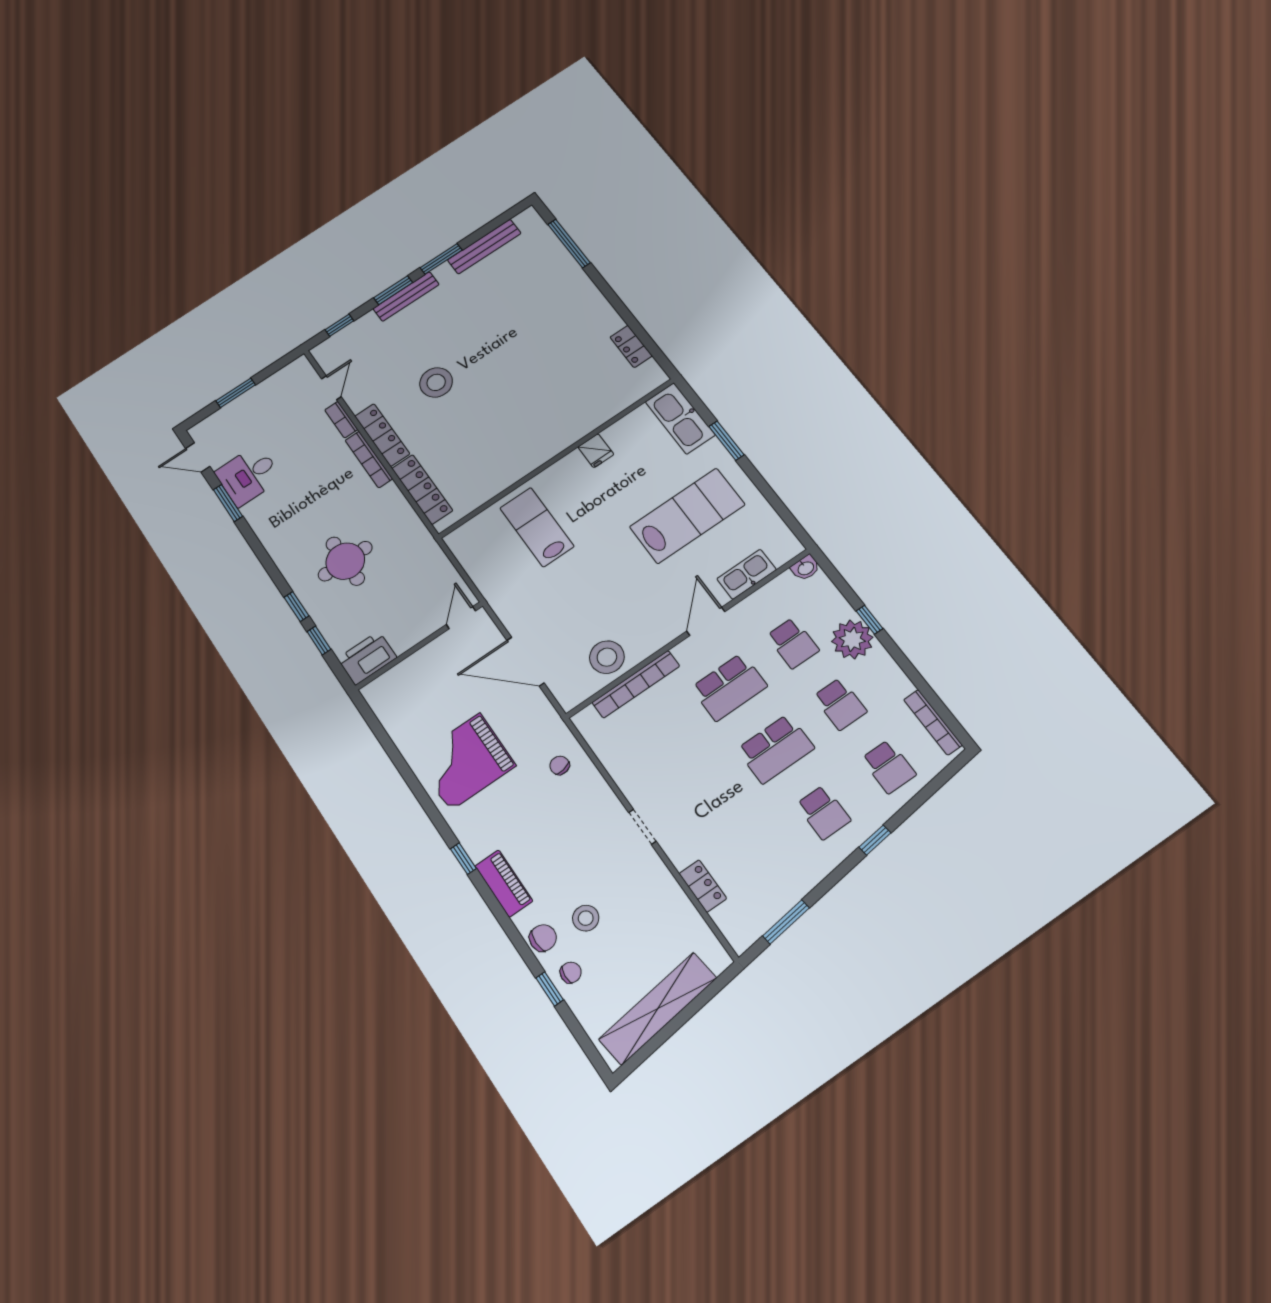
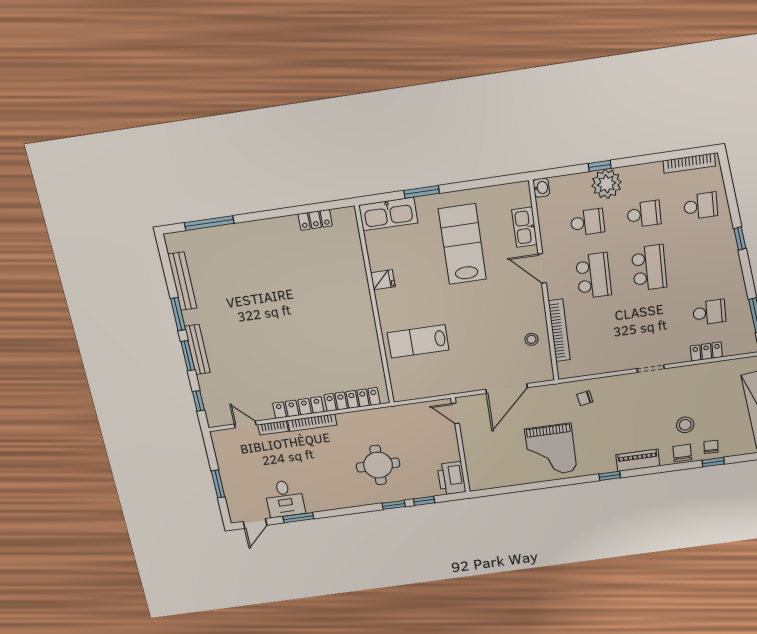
stool: (436, 382) -> (276, 358), removed
stool: (607, 657) -> (531, 339), width x0.53, depth x0.53
school desk: (823, 812) -> (709, 312), moved

